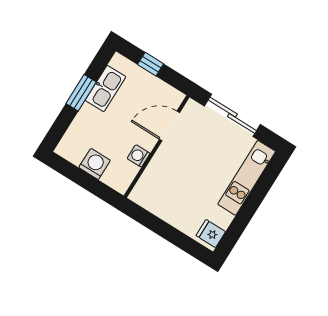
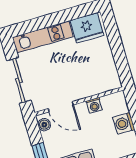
boiler: (170, 94) -> (44, 125), added
fridge: (211, 234) -> (87, 28), width x1.88, depth x1.34

